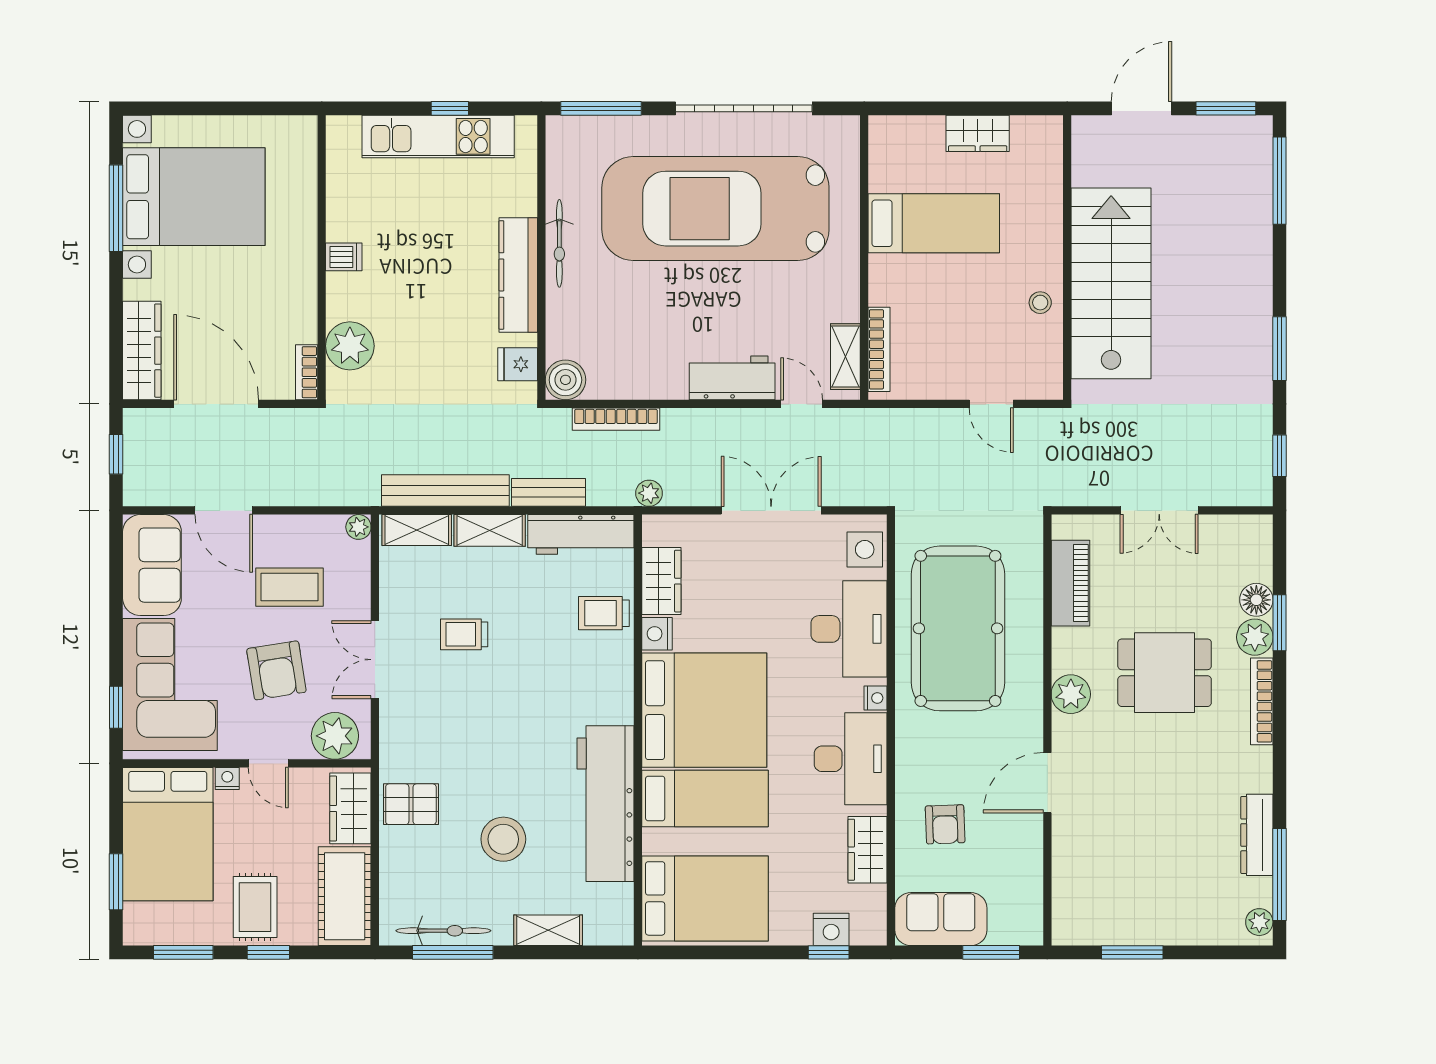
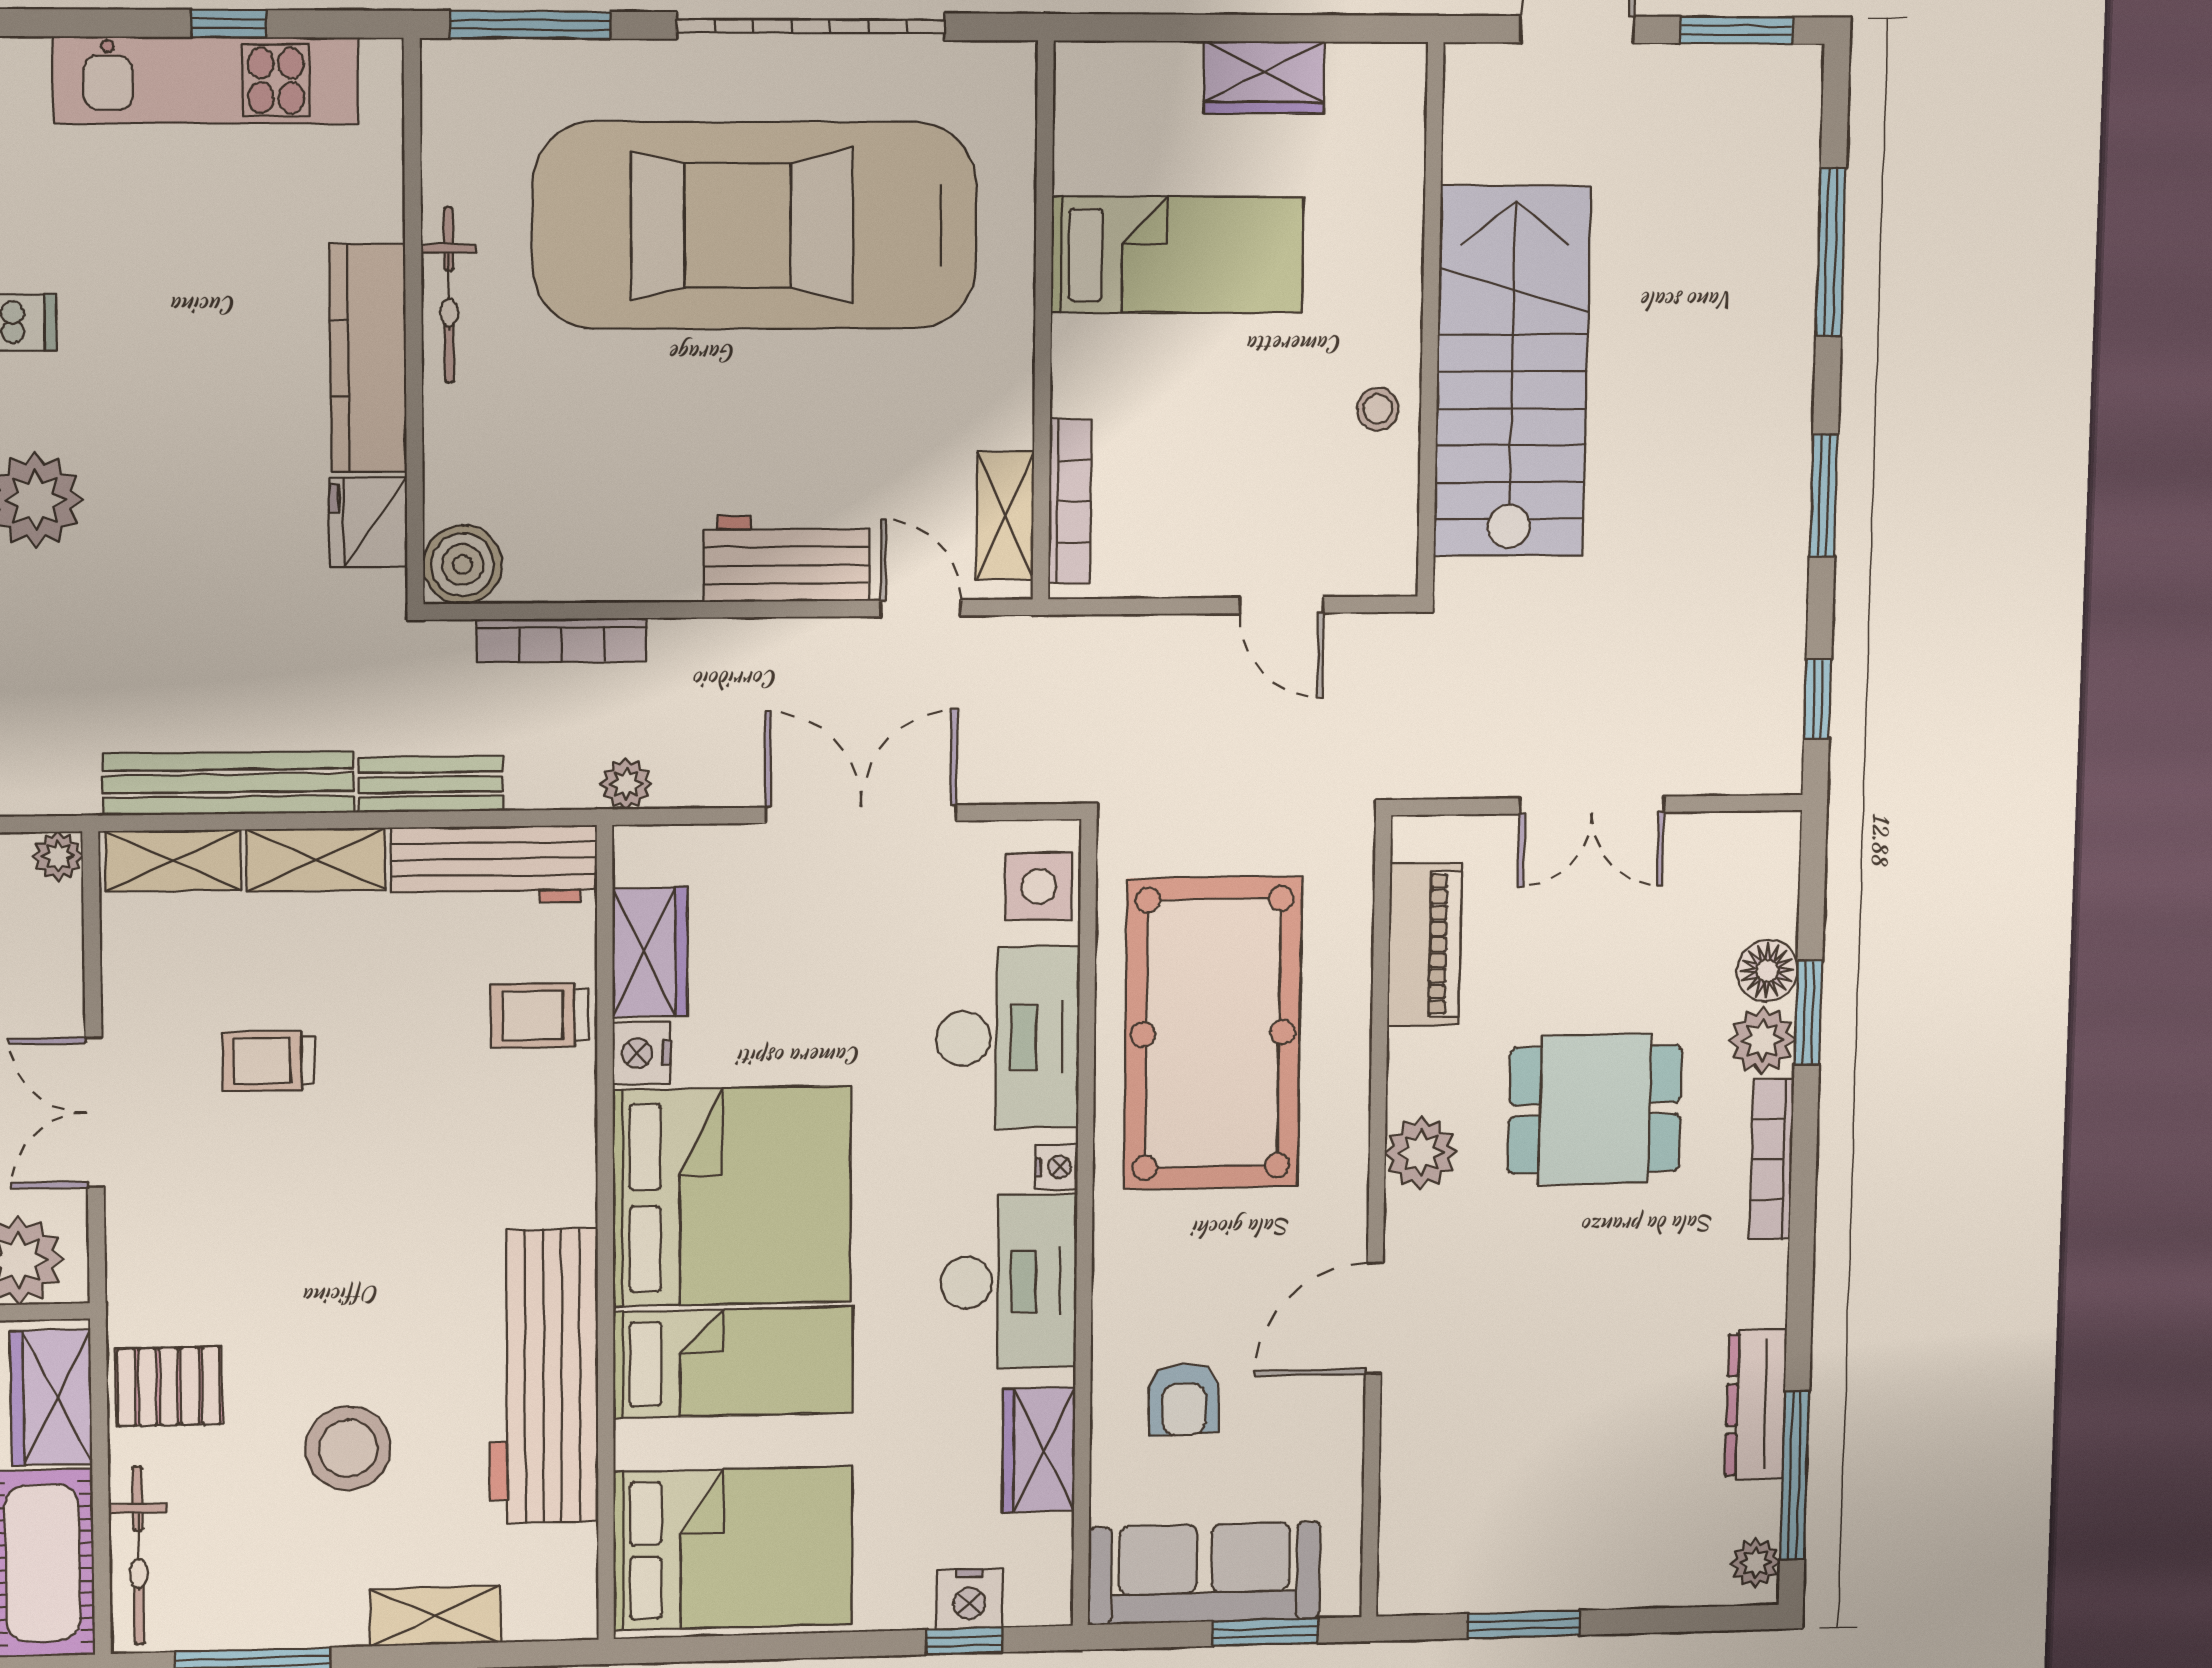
window: (1280, 181) -> (1831, 252), moved
fridge: (518, 364) -> (368, 522), width x1.38
sofa: (941, 919) -> (1204, 1573), width x1.36
bicycle: (443, 931) -> (138, 1556), moved, turned 90

